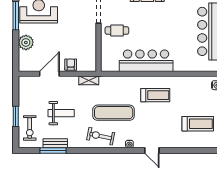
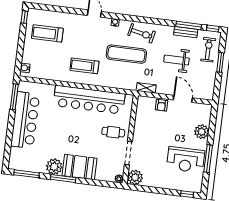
bar counter: (146, 61) -> (89, 100), width x1.36
door: (49, 74) -> (183, 99), swing flipped
window: (28, 150) -> (213, 29), added

